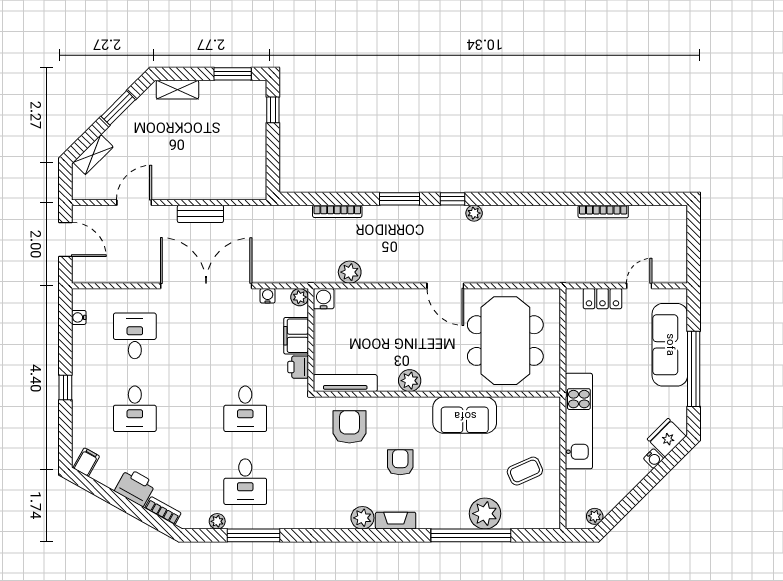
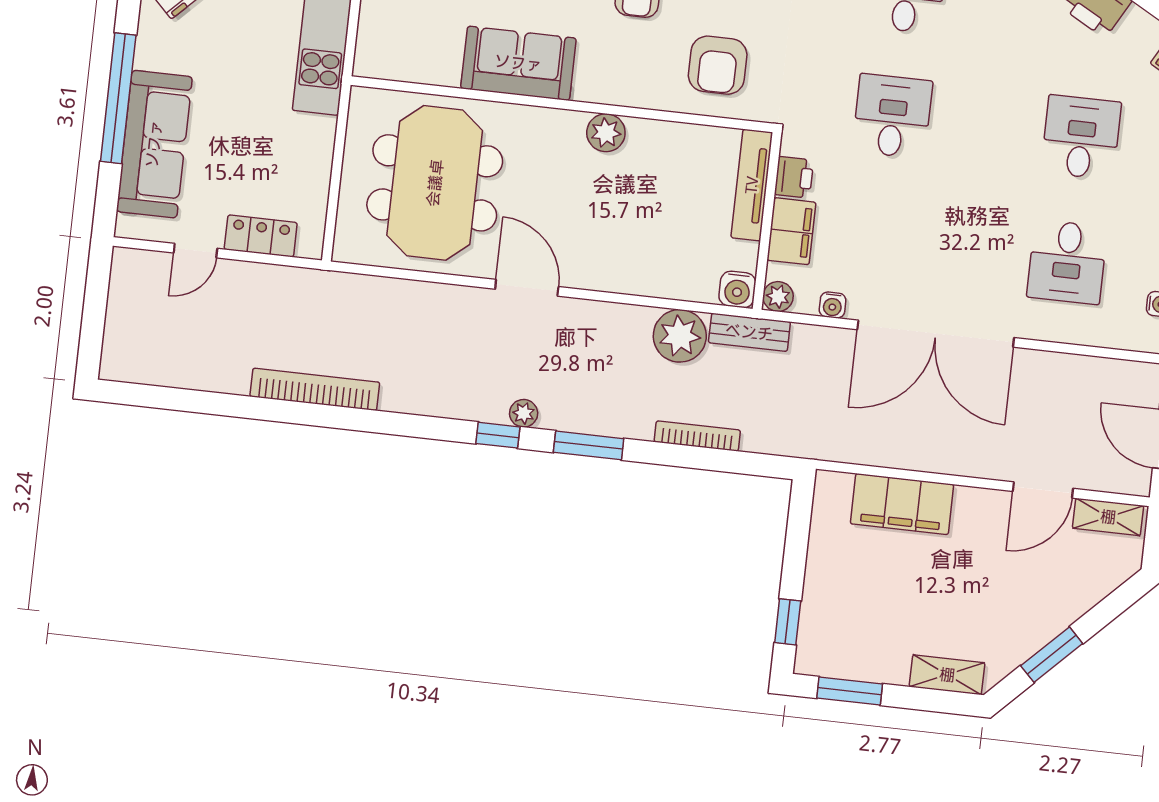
shelving: (93, 155) -> (1108, 517), moved, turned 45
filing cabinet: (214, 185) -> (902, 504), added
bookcase: (603, 211) -> (315, 389), moved, width x1.48, depth x1.31
plant: (474, 213) -> (524, 413), moved
bench: (200, 214) -> (749, 332), moved
plant: (350, 272) -> (680, 336), width x1.36, depth x1.36
tv unit: (345, 383) -> (752, 185), moved, turned 90

